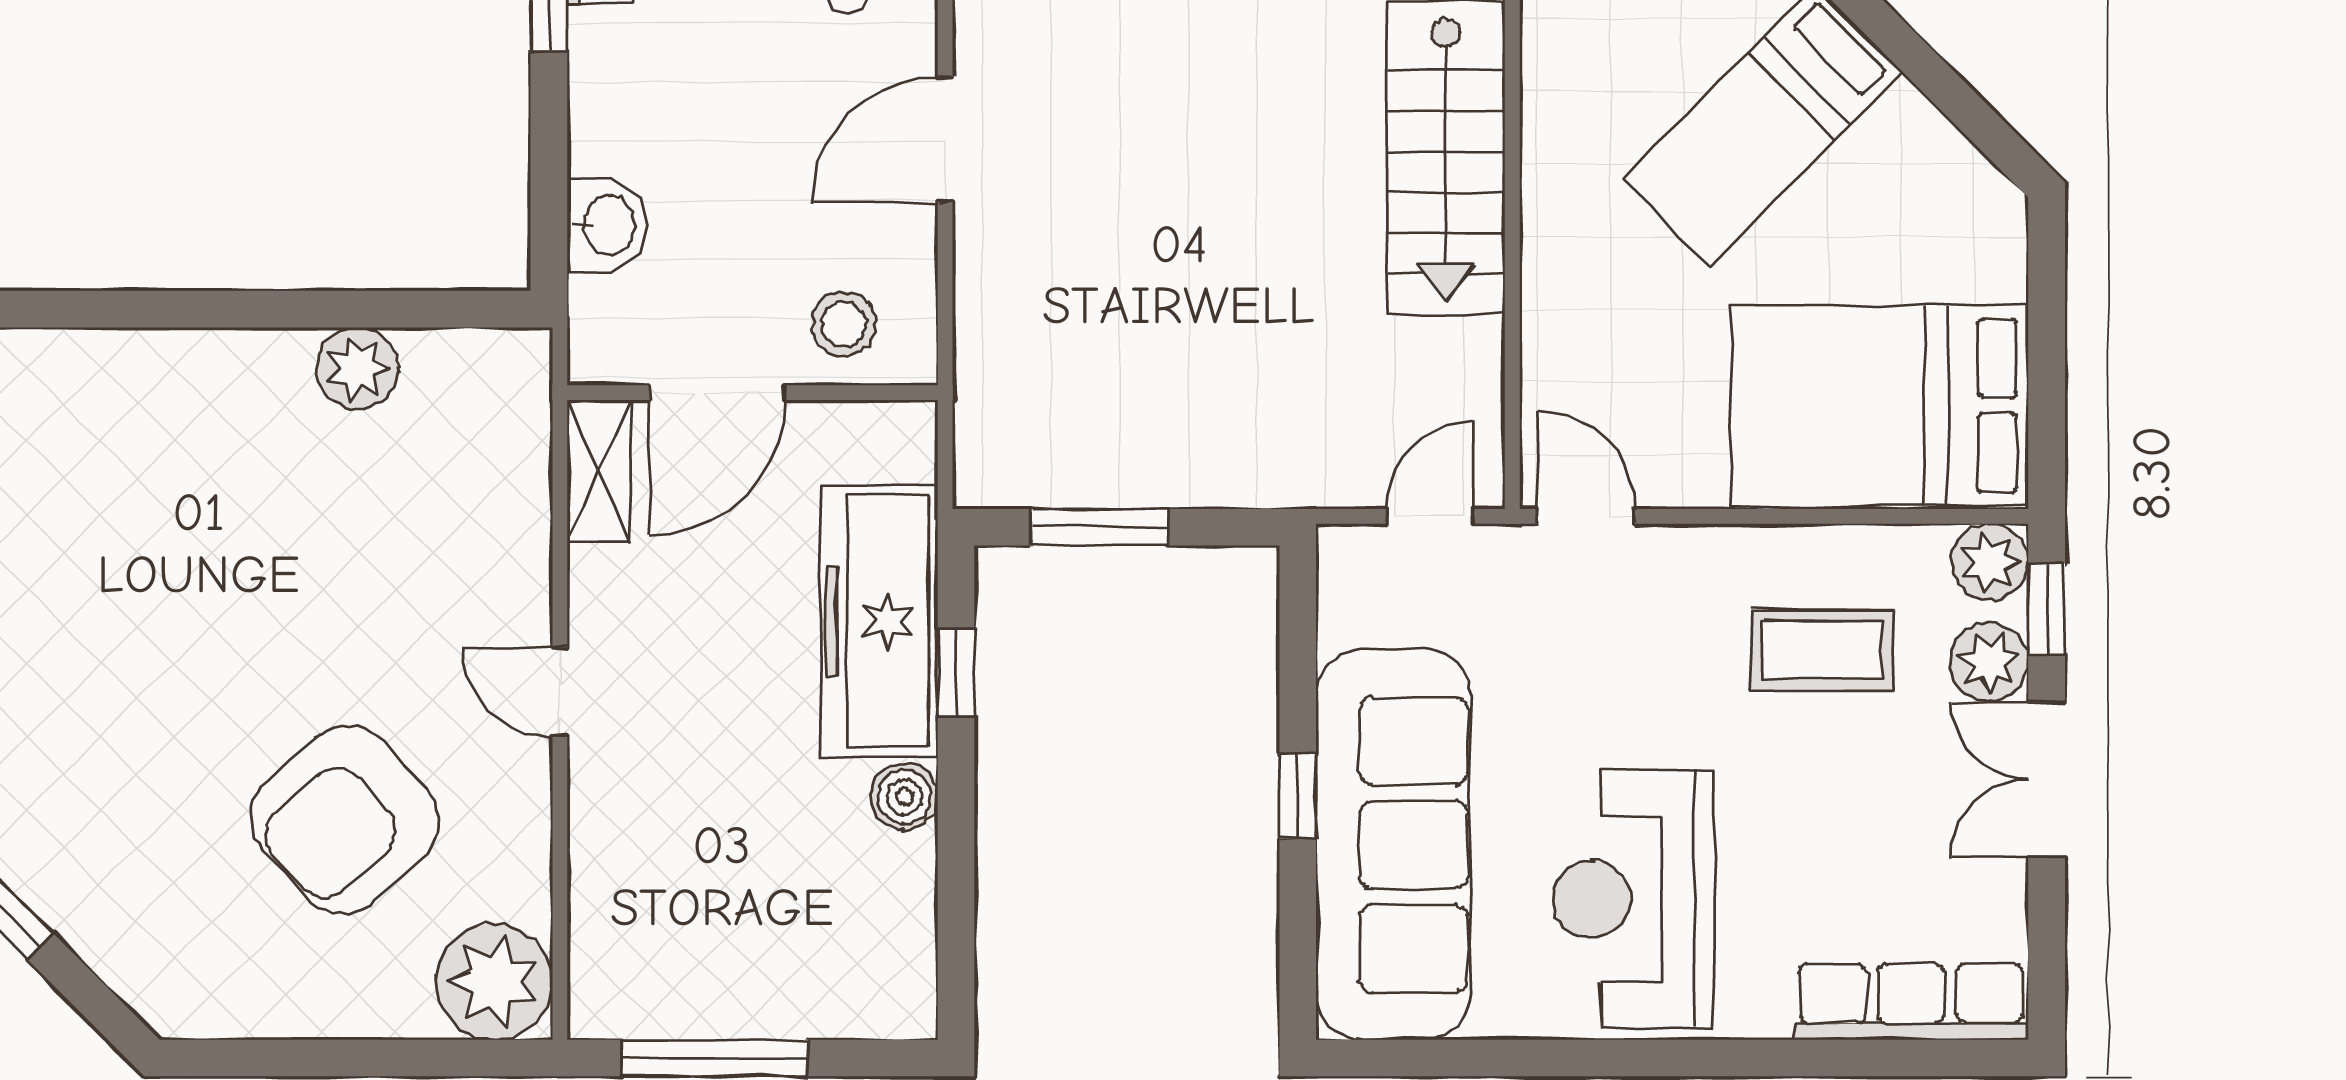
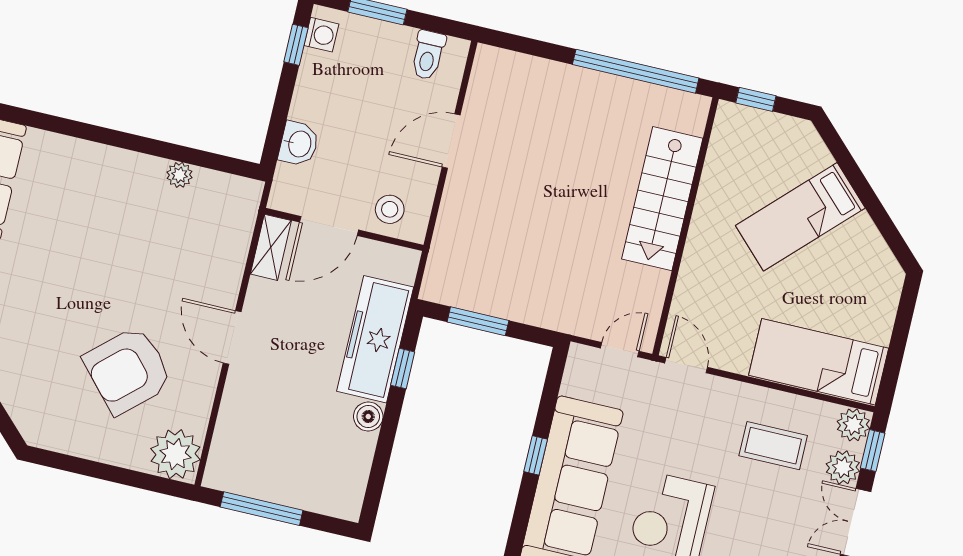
plant: (357, 368) -> (179, 175), width x0.73, depth x0.73
bed: (1880, 406) -> (819, 362), width x0.67
door: (560, 692) -> (232, 337), width x1.38

